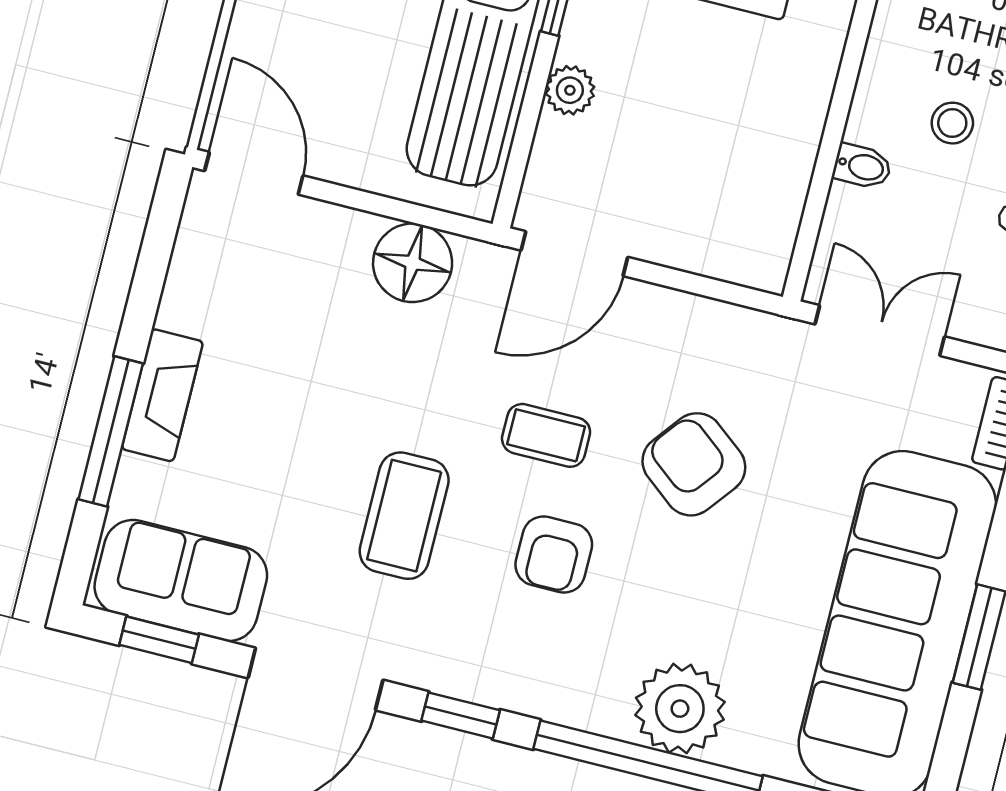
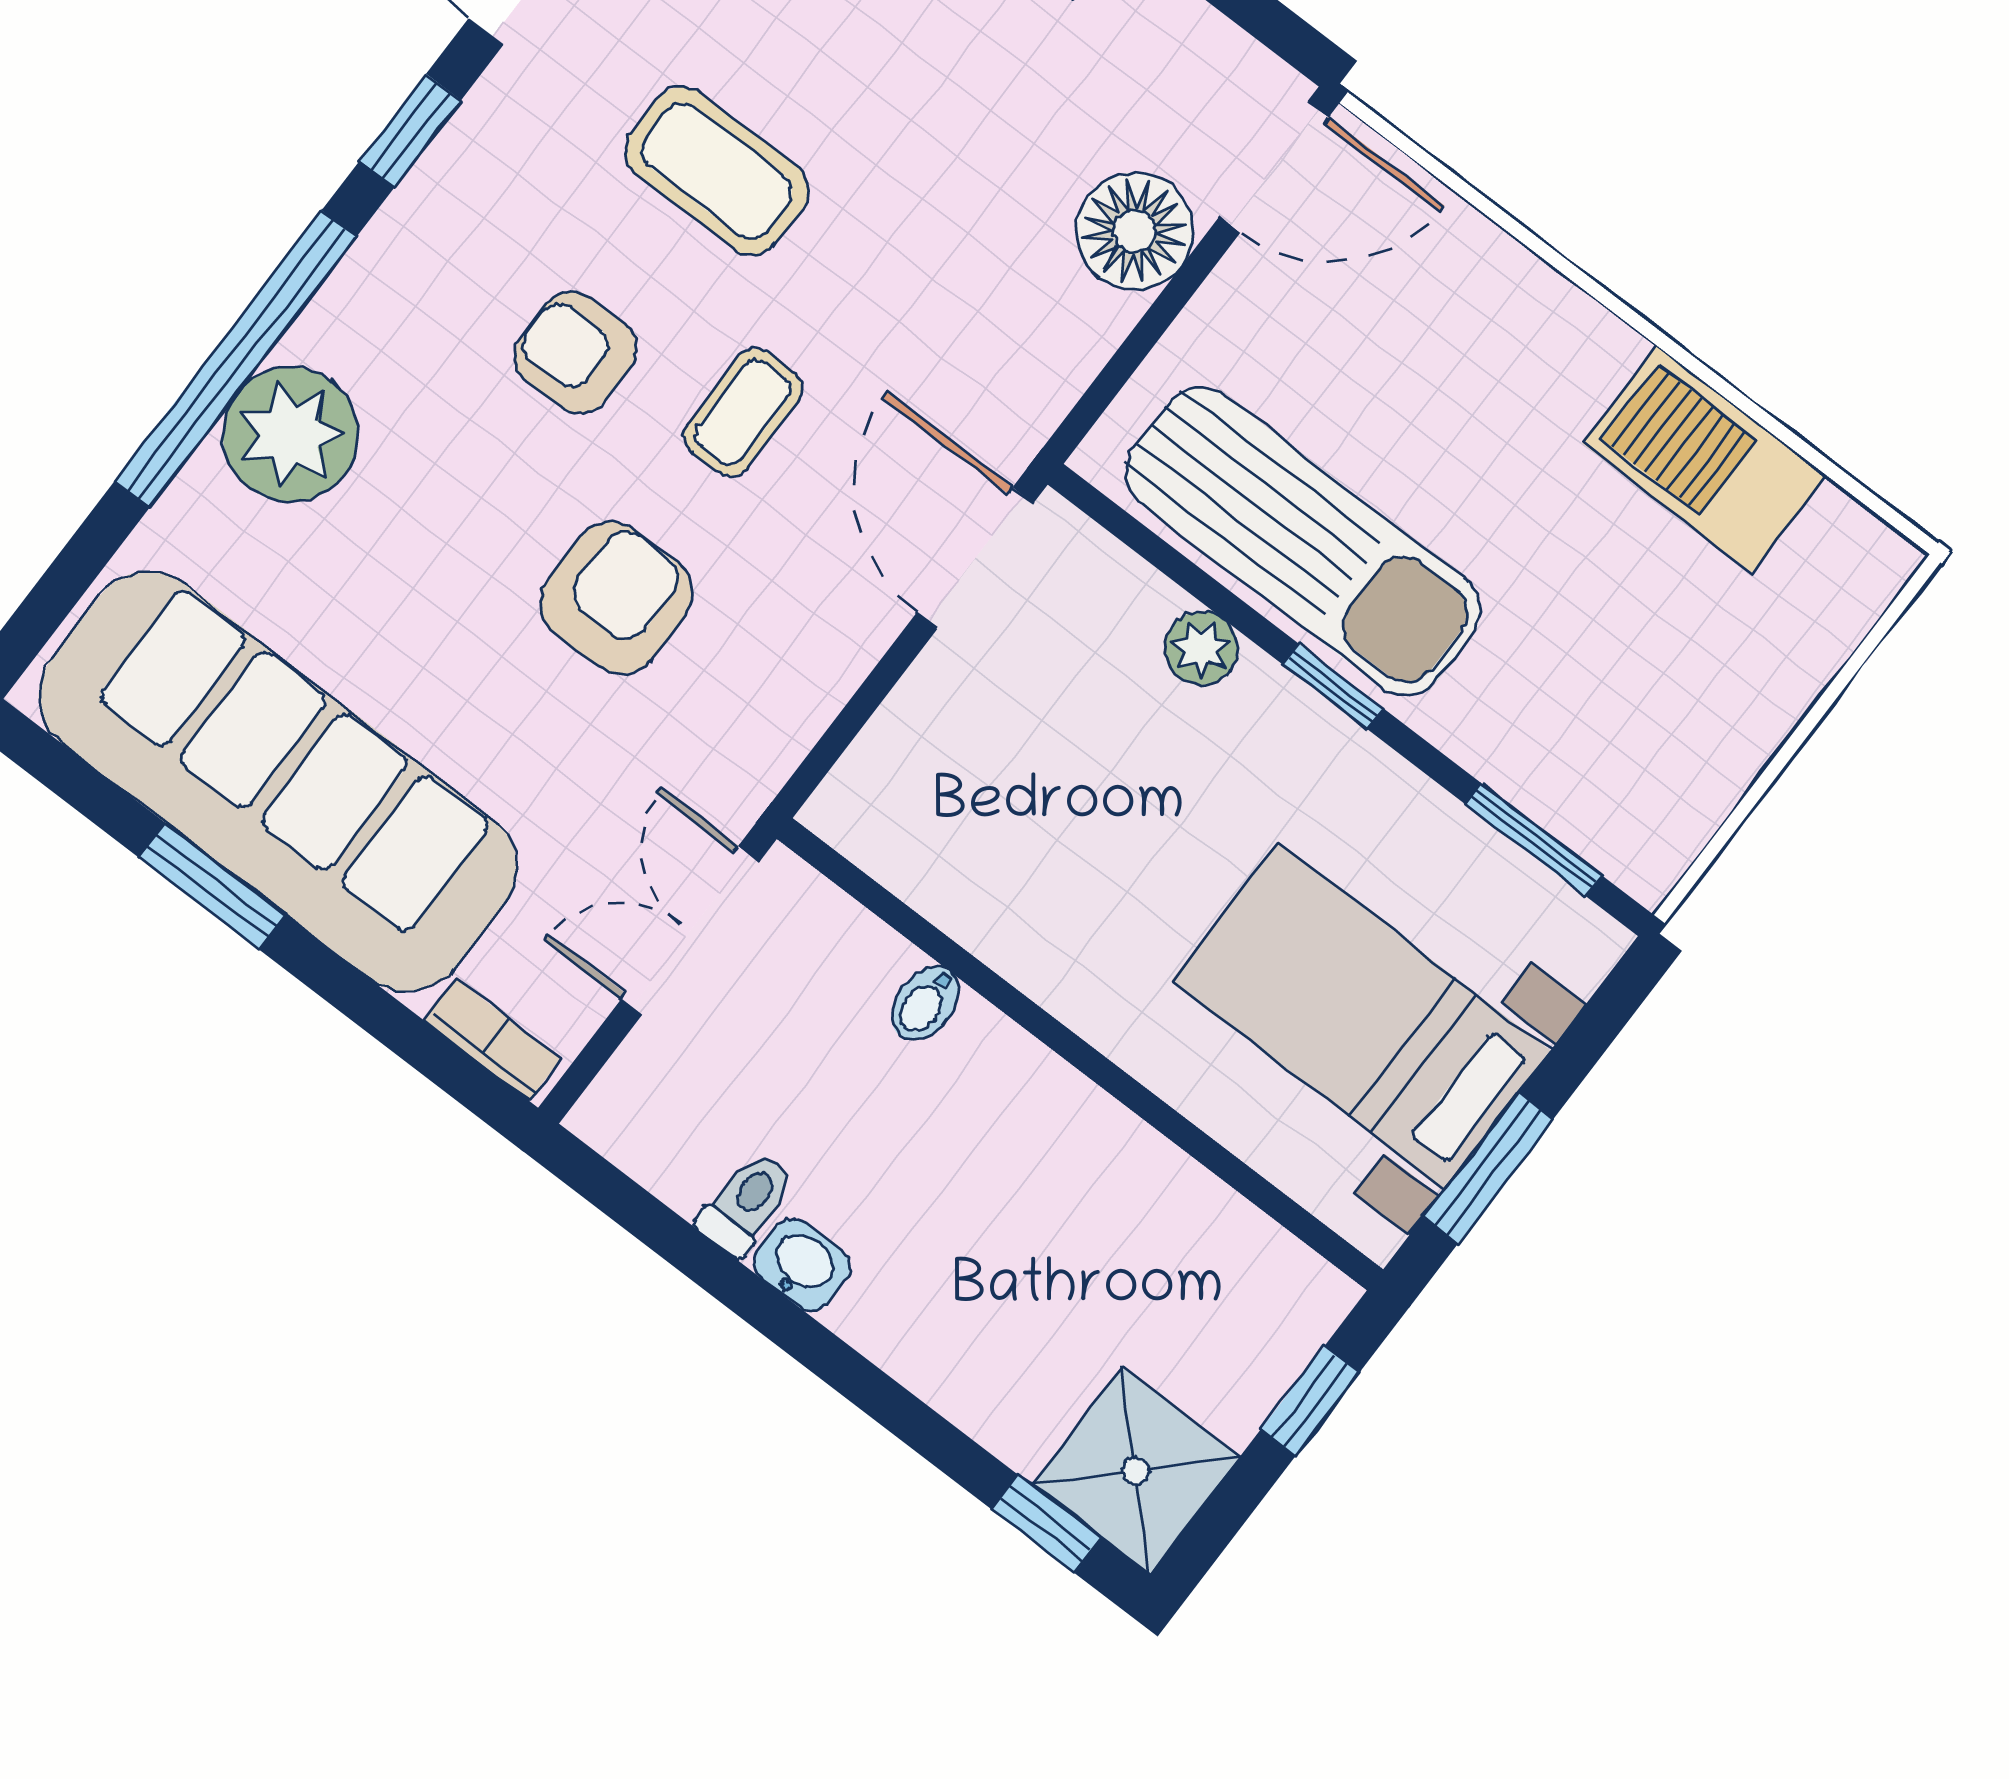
stool: (952, 123) -> (931, 1152), removed
floor lamp: (413, 263) -> (1135, 231), moved
double door: (880, 330) -> (690, 931), swing flipped
armchair: (694, 464) -> (616, 598), turned -38

